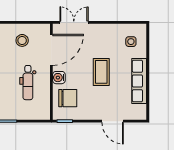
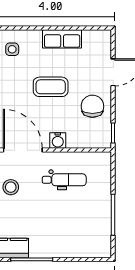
row of seats: (139, 81) -> (62, 39), width x0.68
chair: (68, 98) -> (92, 106), moved

